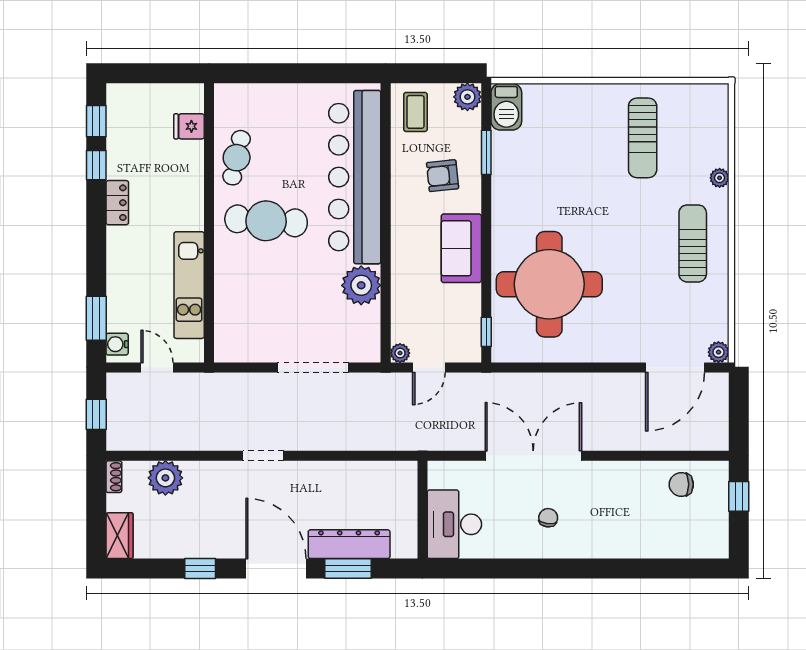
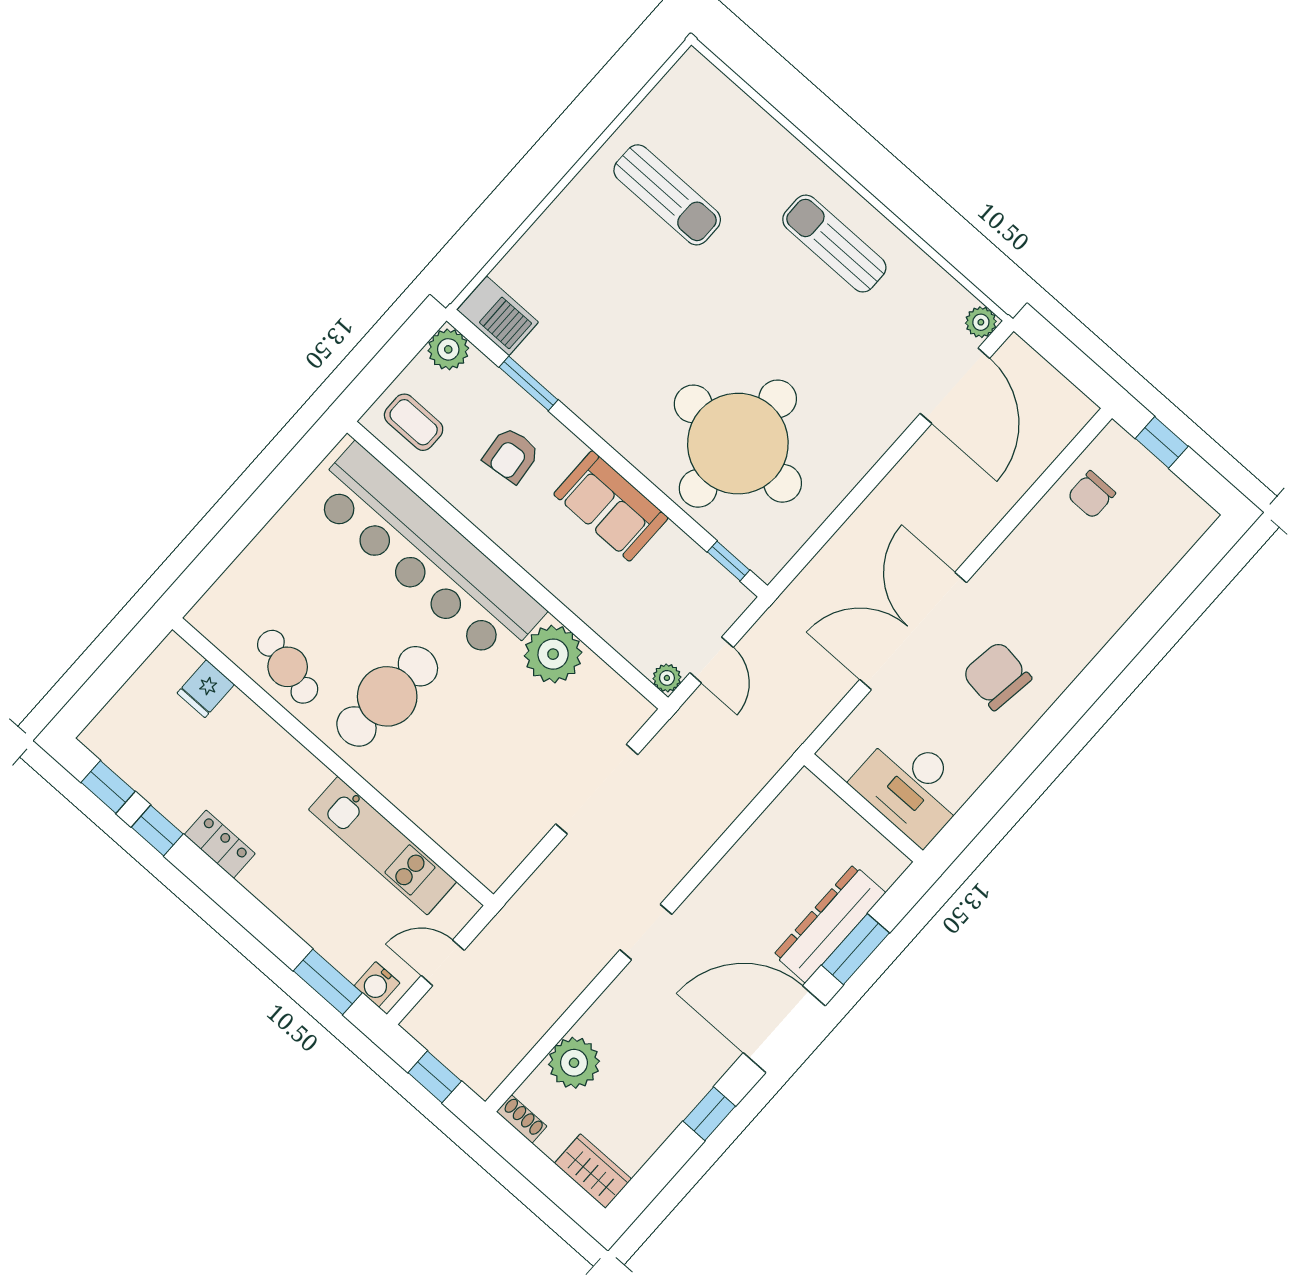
plant: (720, 178) -> (788, 149), removed
chair: (548, 518) -> (997, 676), width x1.87, depth x1.87

